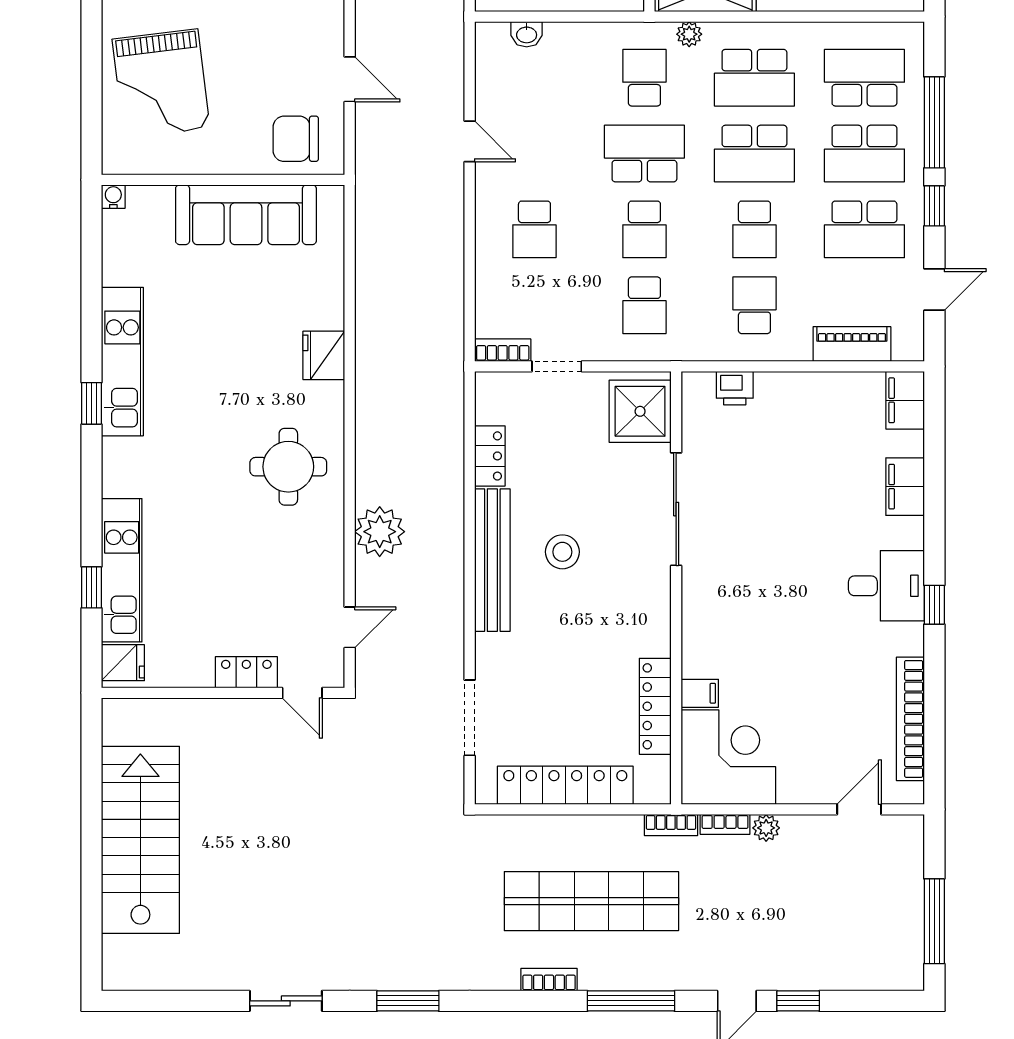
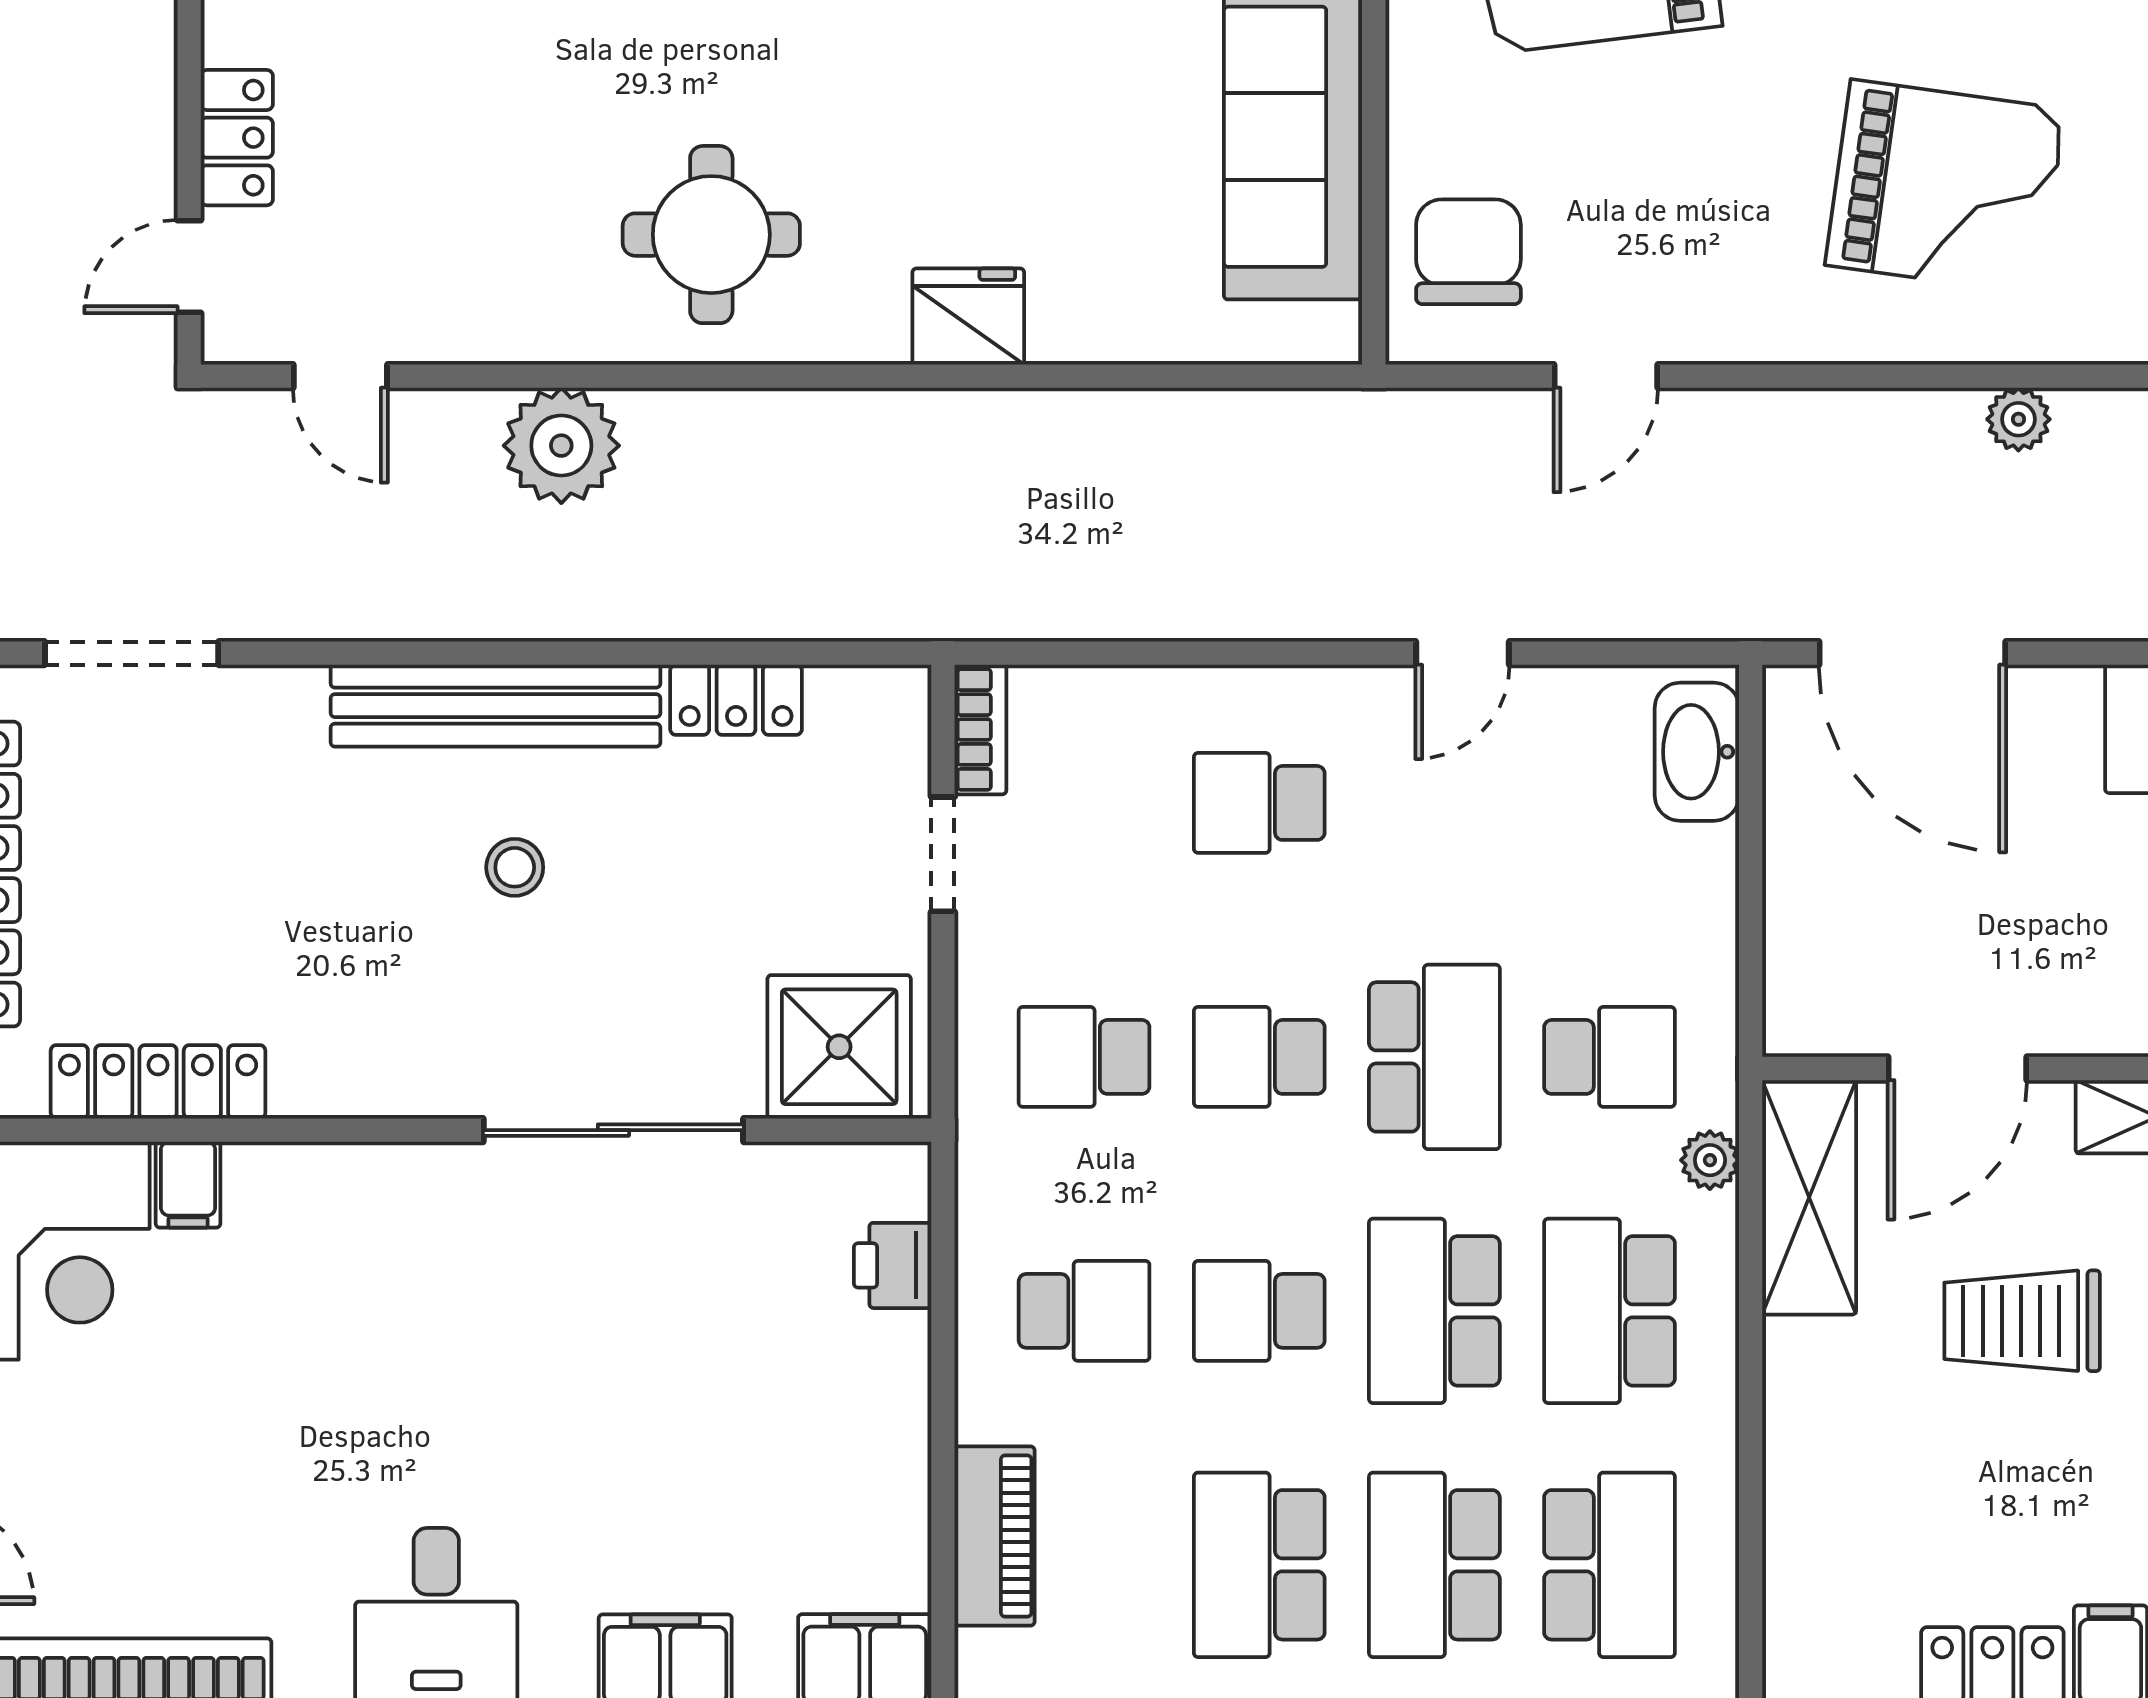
washbasin: (527, 34) -> (1697, 752), width x1.91, depth x1.45
stool: (562, 552) -> (515, 867), width x0.73, depth x0.73

